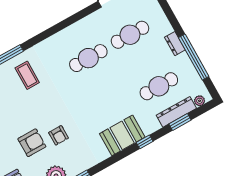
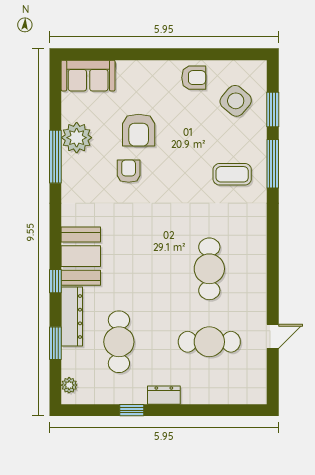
cafe table: (130, 35) -> (209, 342), turned 90
window: (194, 57) -> (132, 410), width x0.32
dresser: (176, 112) -> (72, 317), moved
armchair: (59, 135) -> (129, 171), turned 90

